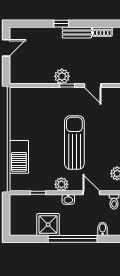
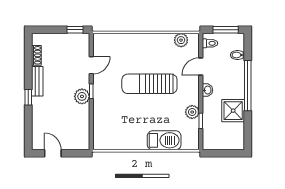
plant: (61, 184) -> (192, 112), moved

